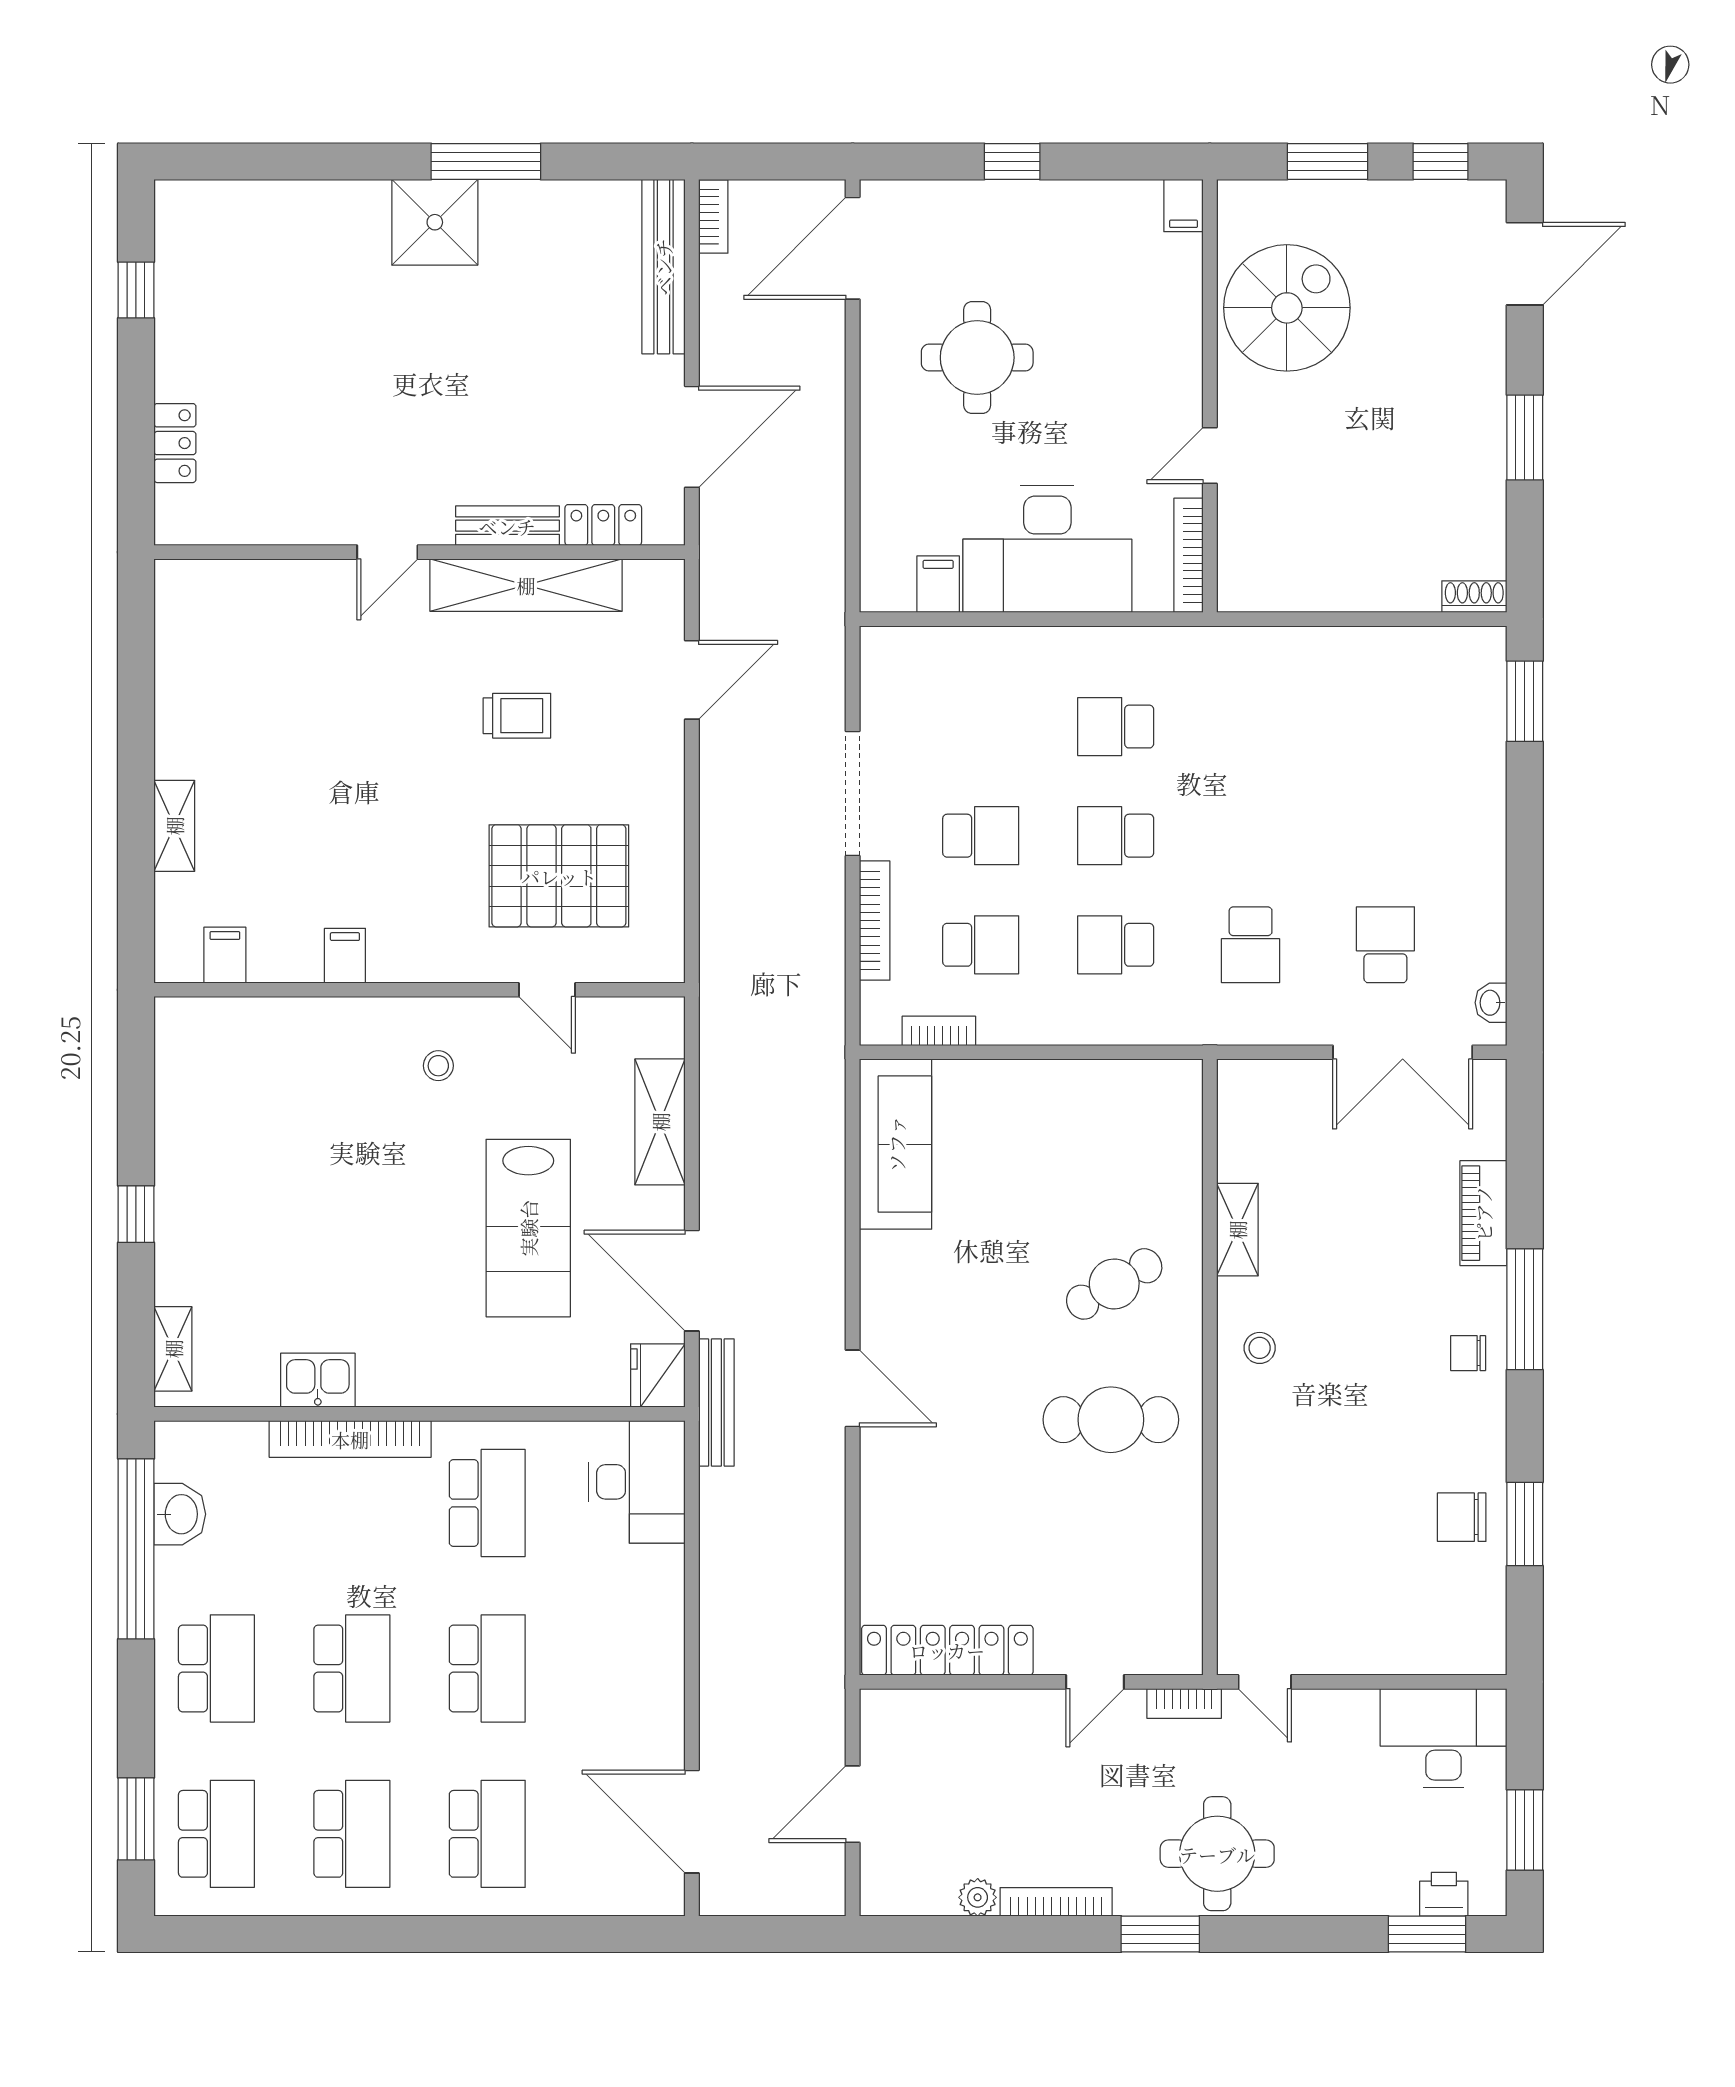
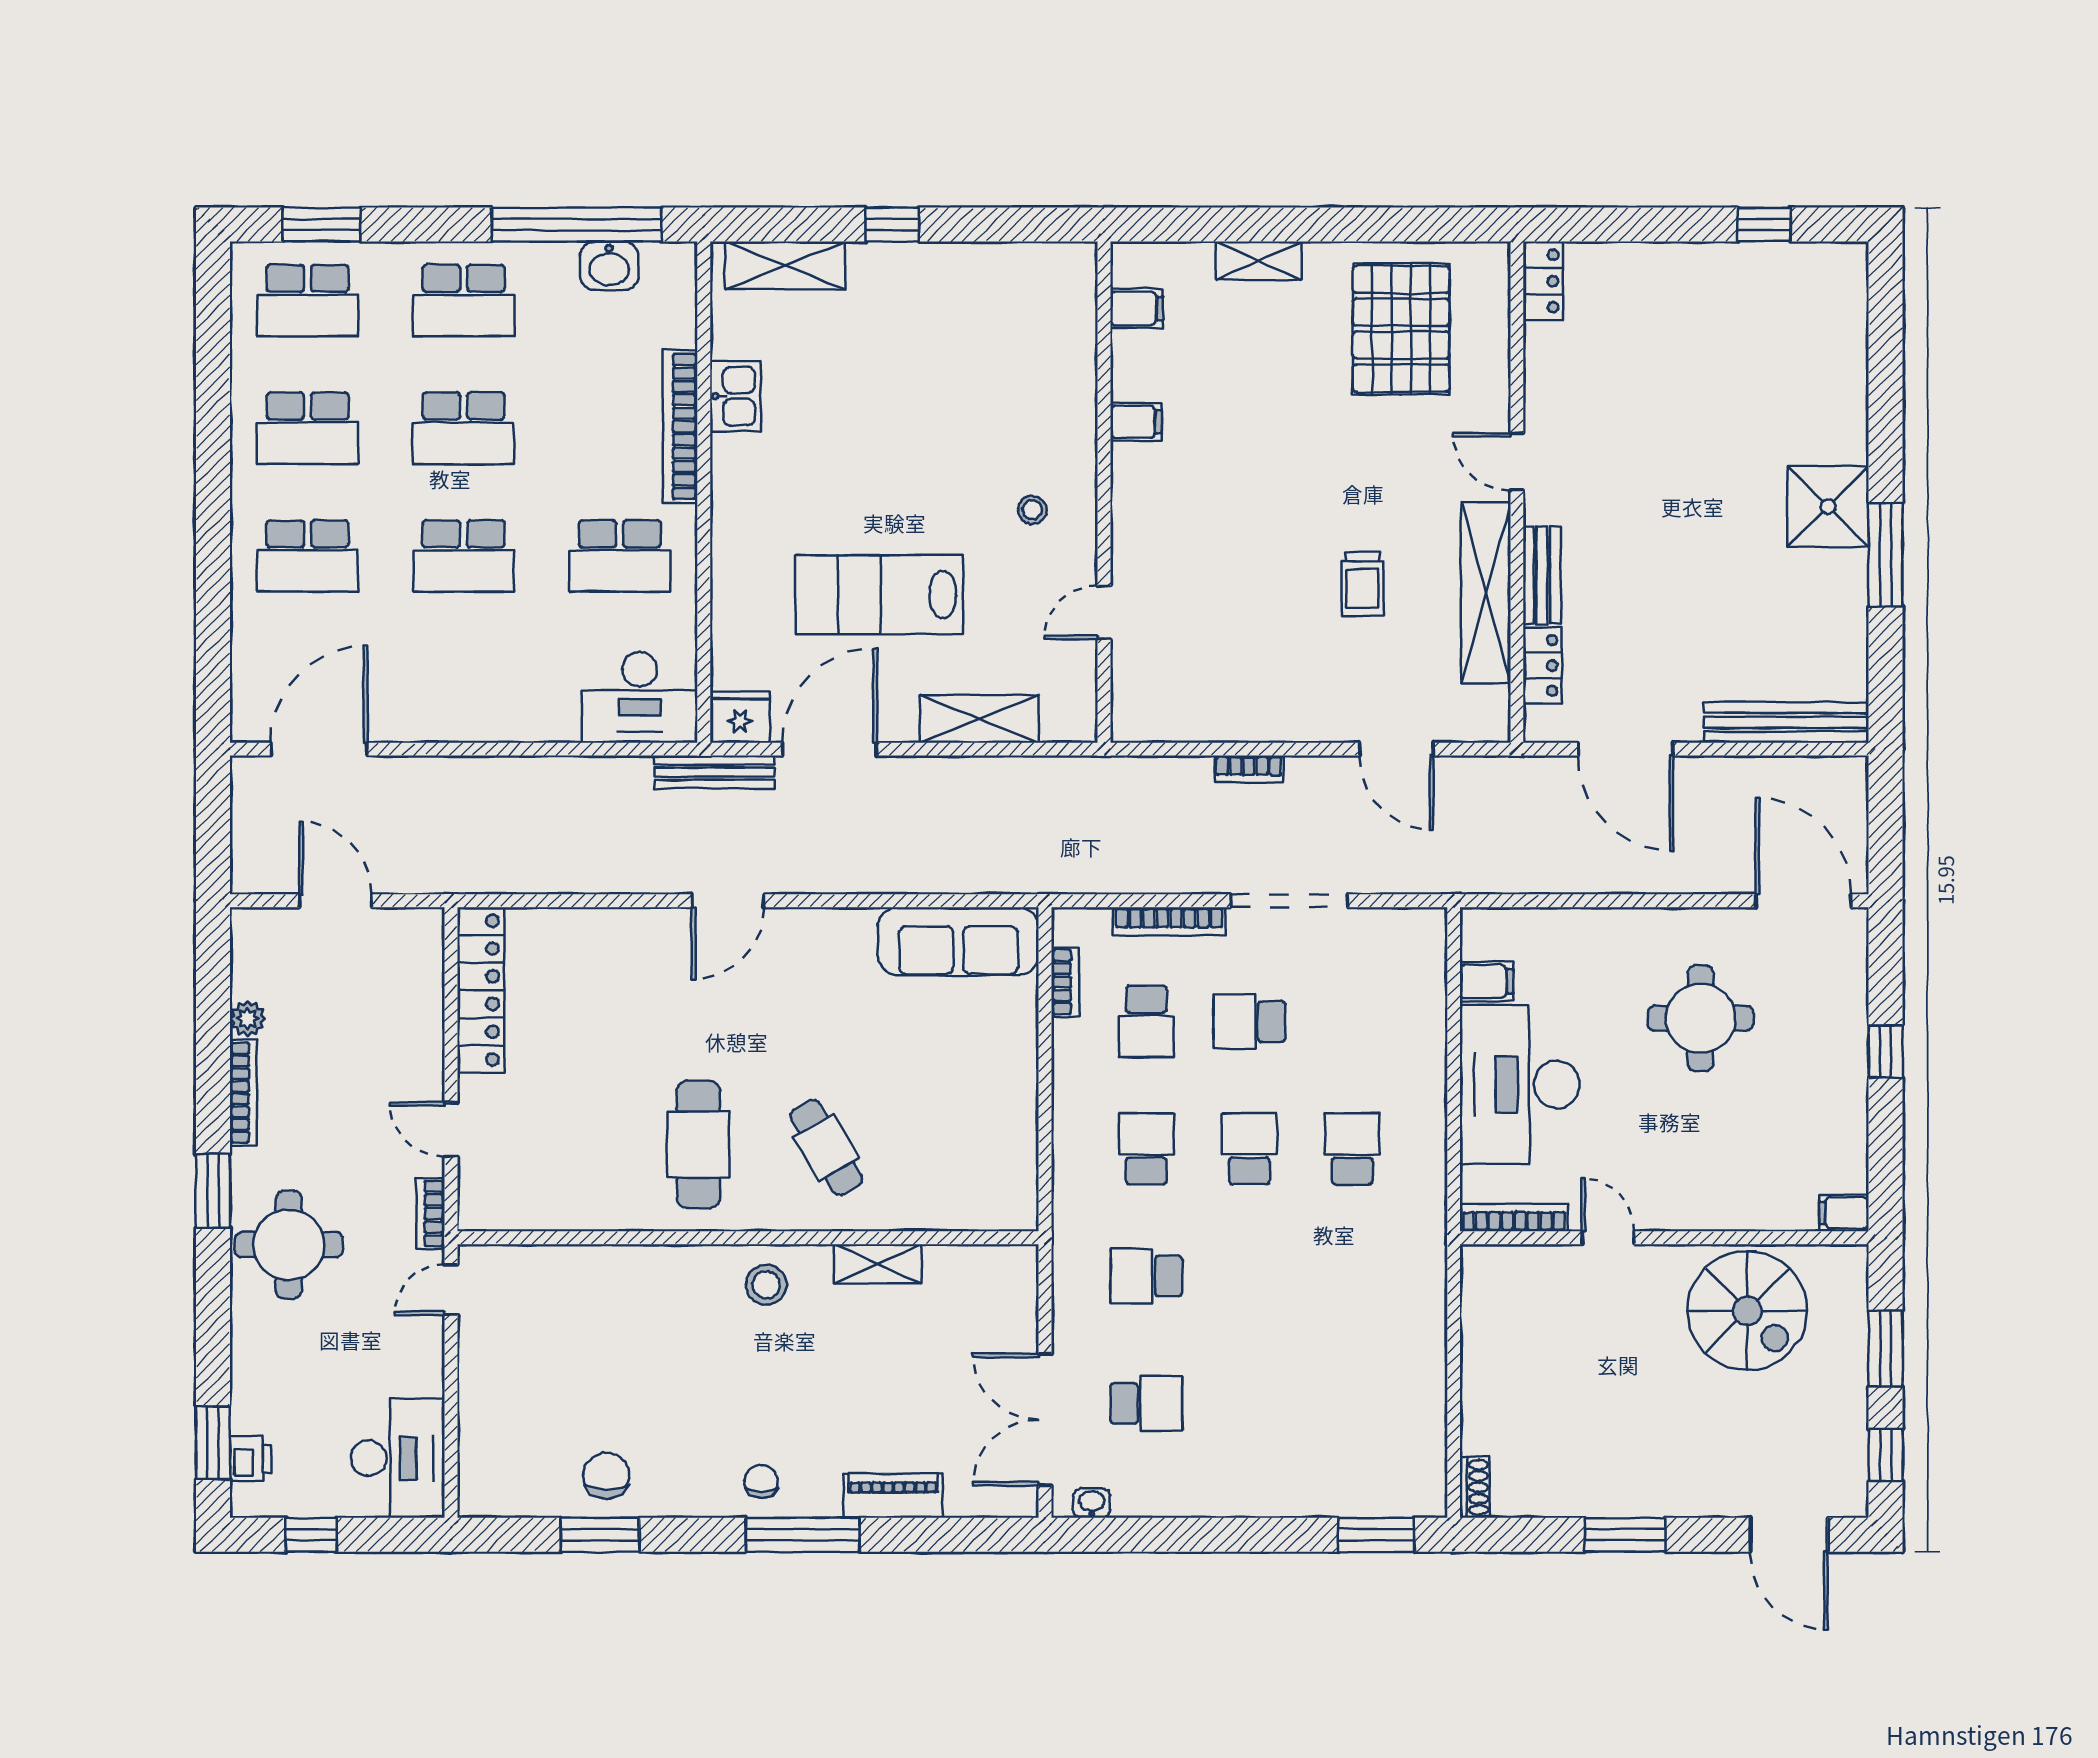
bookcase: (713, 217) -> (1249, 769), moved
locker: (175, 443) -> (1543, 281), moved, turned -90
school desk: (981, 836) -> (1249, 1022), turned 90
pallet: (559, 876) -> (1401, 329), moved
stool: (1260, 1348) -> (766, 1285), width x1.37, depth x1.37
shelving: (173, 1349) -> (785, 265), width x1.50, depth x1.33
window: (1525, 1830) -> (311, 1535), width x0.67

